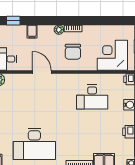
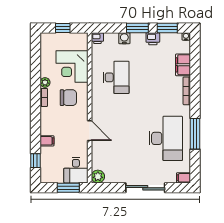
plant: (59, 30) -> (45, 82), moved
corner desk: (112, 55) -> (72, 67), moved
door: (42, 72) -> (90, 131), swing flipped

